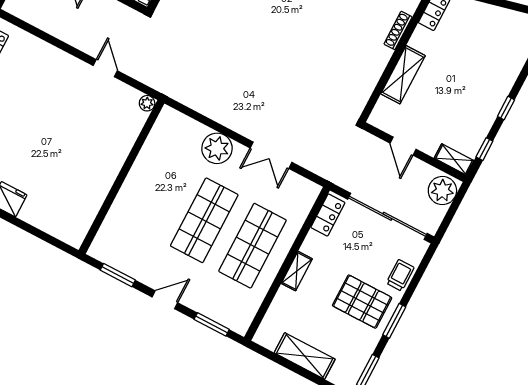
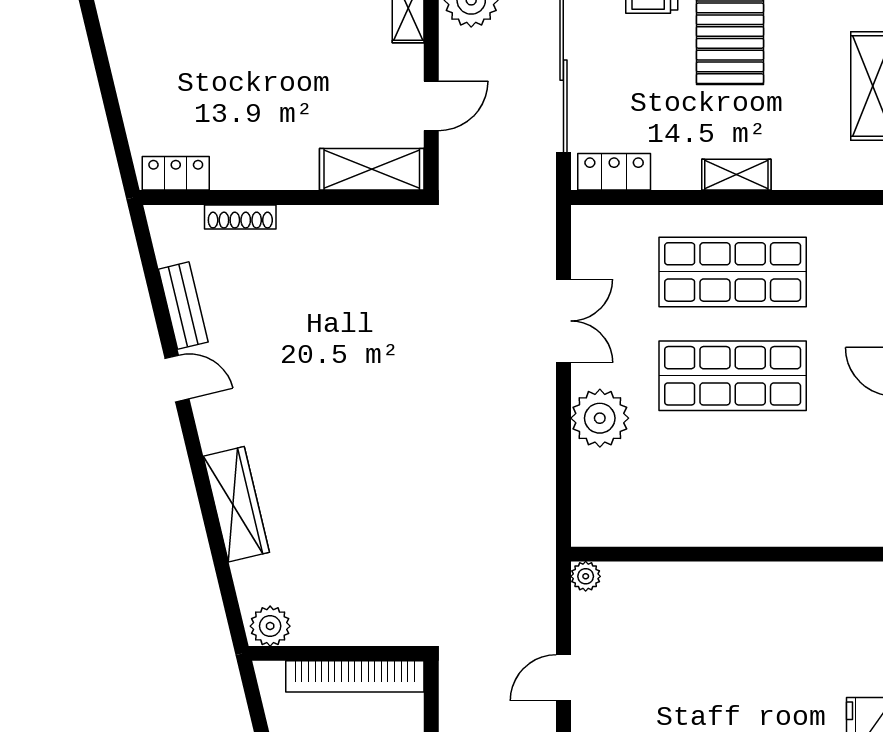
shelving: (403, 75) -> (372, 169), moved

